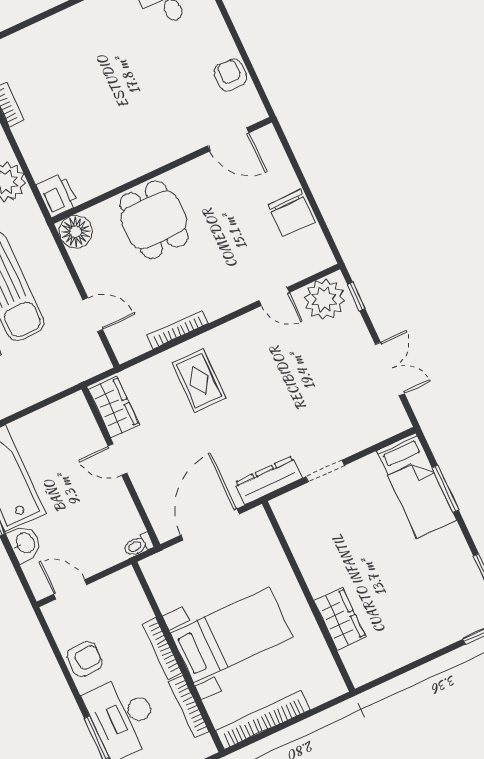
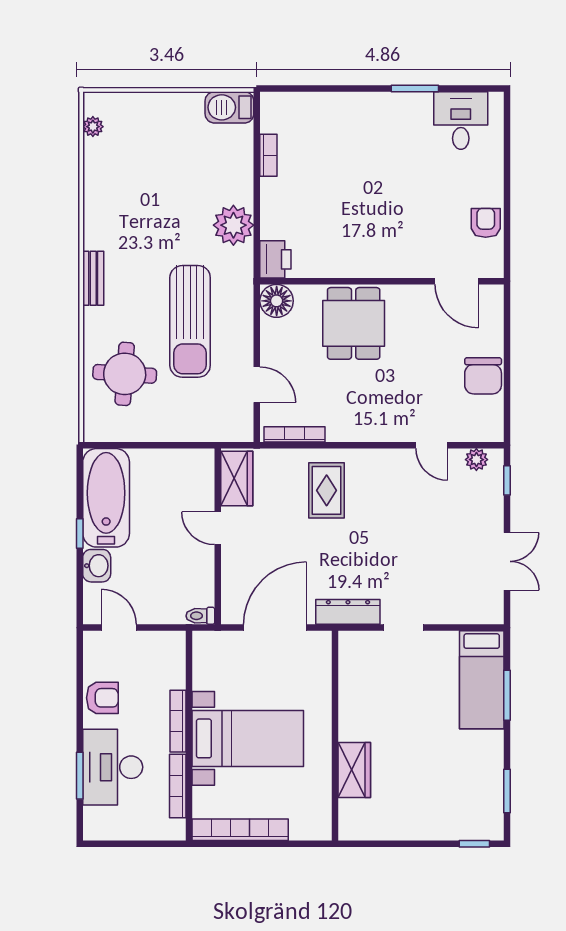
plant: (324, 299) -> (476, 460), width x0.53, depth x0.53
bookcase: (178, 329) -> (295, 434), moved

